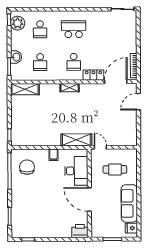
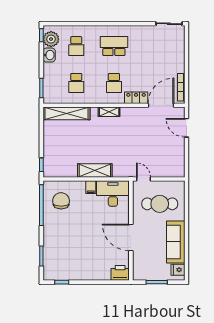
washbasin: (16, 57) -> (49, 55), moved
shelving: (25, 89) -> (67, 113), width x1.47
door: (138, 102) -> (186, 128), hinge flipped
shelving: (76, 140) -> (95, 170), moved
cafe table: (115, 169) -> (160, 204), width x1.37, depth x1.35
desk: (76, 171) -> (113, 193), moved, turned -90

